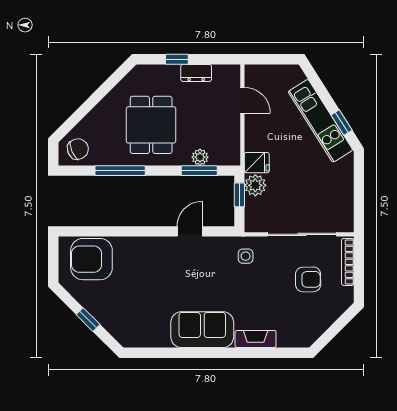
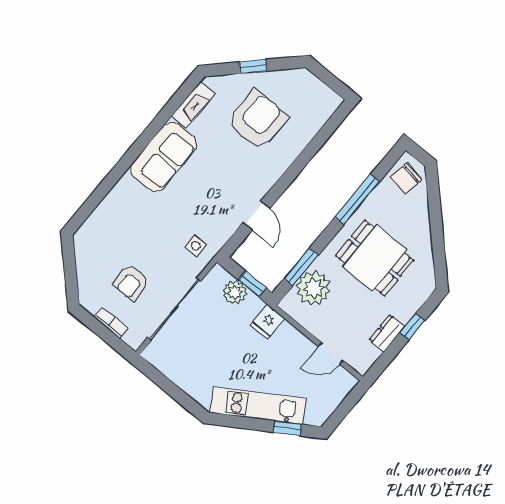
window: (342, 123) -> (288, 428), moved
chair: (78, 149) -> (406, 178), turned 34
plant: (200, 157) -> (313, 288), width x1.88, depth x1.88
plant: (255, 185) -> (235, 292), moved
armchair: (91, 259) -> (257, 120), moved
bookcase: (348, 262) -> (111, 323), width x0.64
fireplace: (256, 339) -> (193, 105), moved

